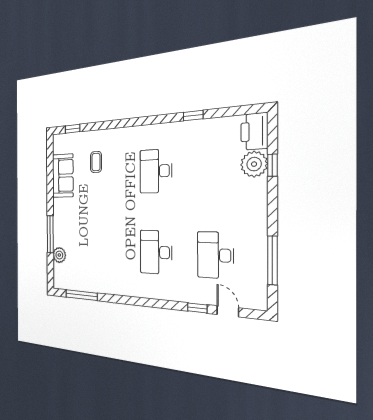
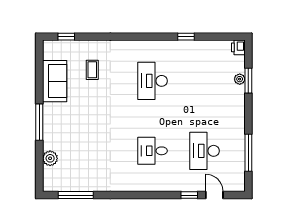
printer: (254, 131) -> (238, 47), width x0.53, depth x0.68
plant: (254, 164) -> (240, 79), width x0.53, depth x0.53
window: (272, 165) -> (248, 81), width x1.50
window: (50, 234) -> (39, 122), moved
desk: (156, 252) -> (153, 151), width x0.73

